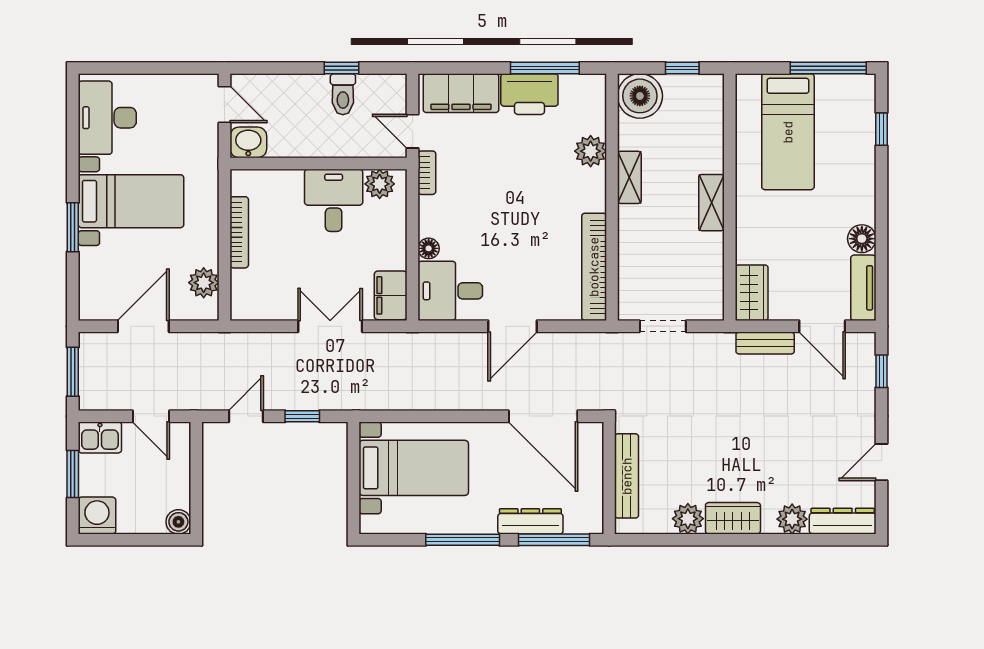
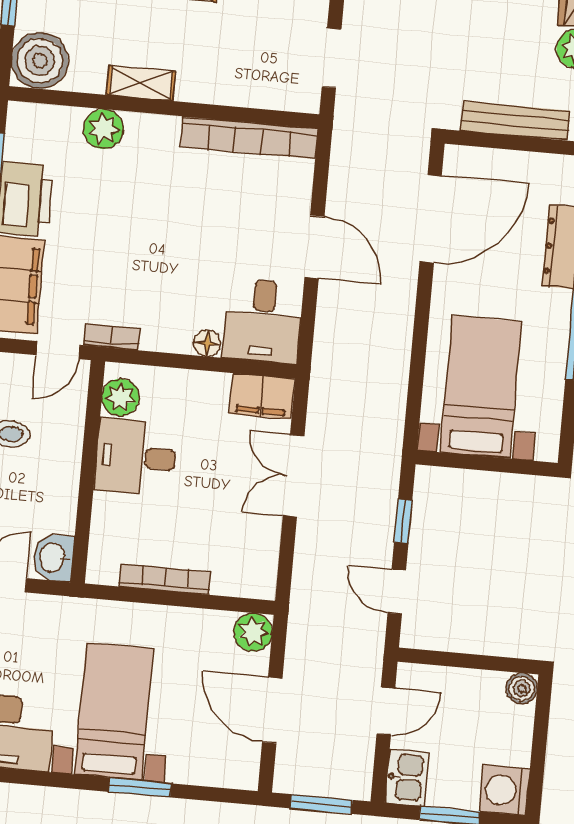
plant: (204, 283) -> (253, 632), moved

